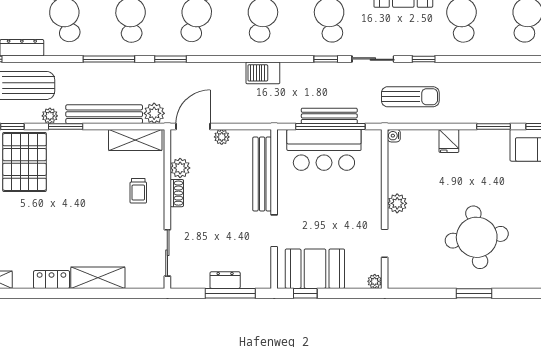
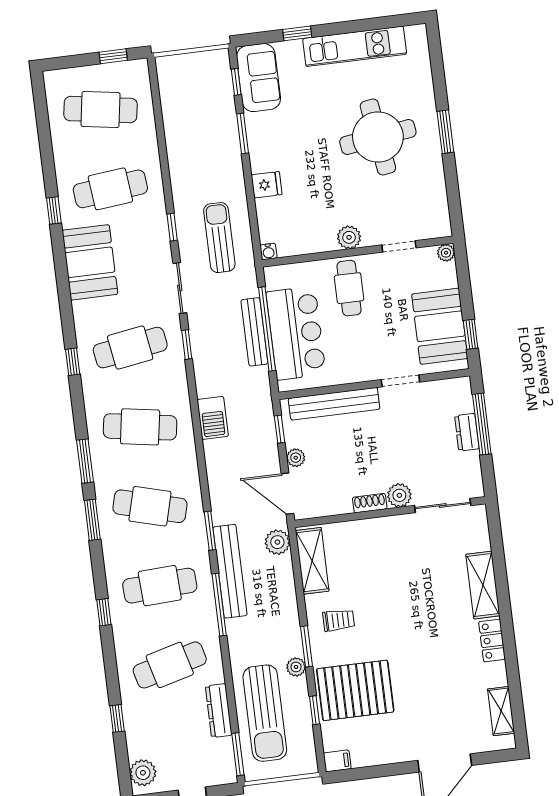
bench: (104, 114) -> (230, 571), moved
window: (247, 126) -> (279, 429), added
plant: (180, 168) -> (399, 495), moved
trolley: (138, 191) -> (339, 620), moved
cafe table: (356, 198) -> (349, 288), added

